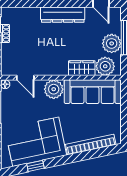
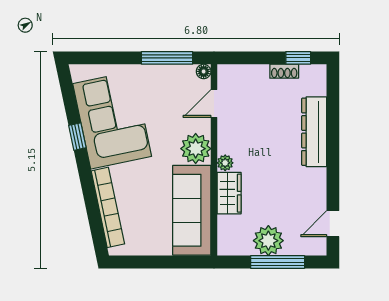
dresser: (63, 15) -> (314, 132), moved
plant: (105, 66) -> (225, 163), moved, width x0.53, depth x0.53
window: (35, 166) -> (77, 137), moved

